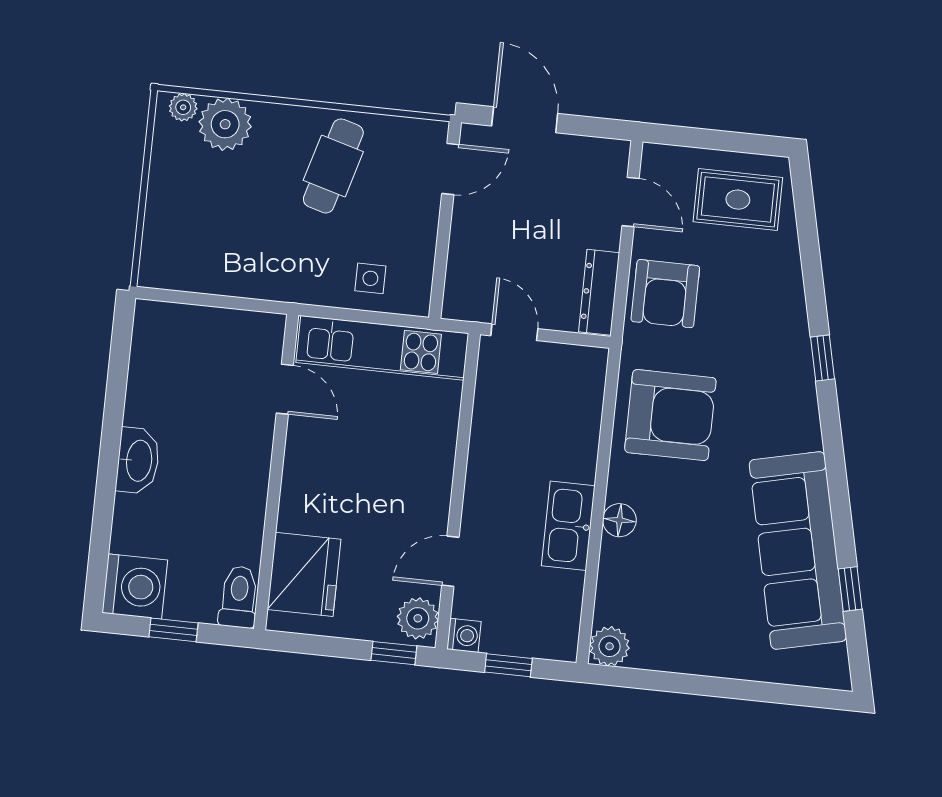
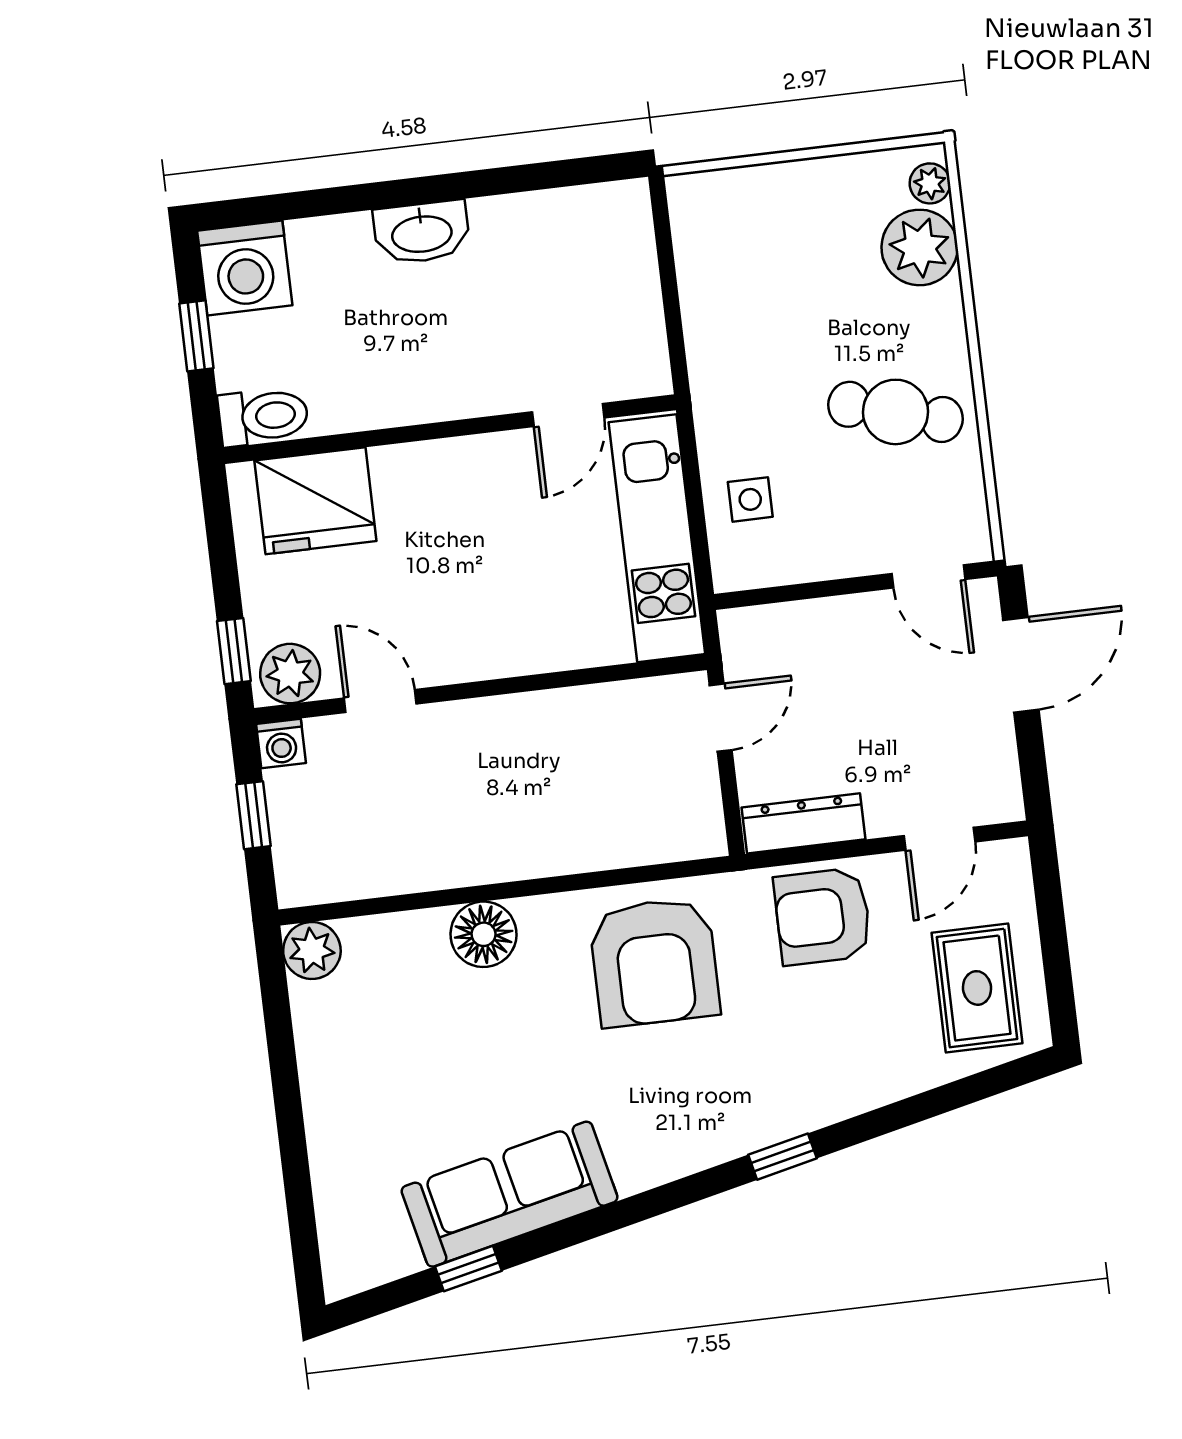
floor lamp: (619, 520) -> (484, 934), width x1.38, depth x1.38
kitchen sink: (568, 526) -> (467, 854), removed
sofa: (798, 550) -> (510, 1194), width x0.74, depth x0.79

